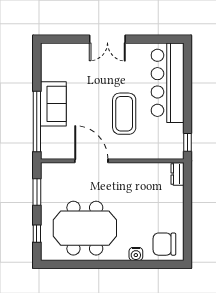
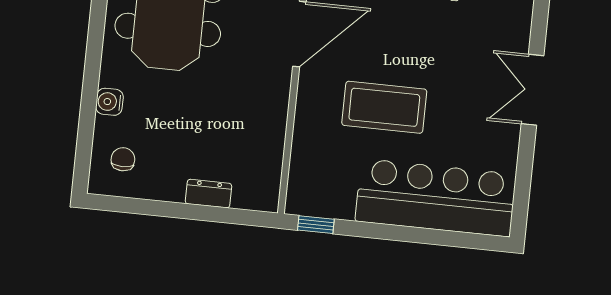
dresser: (177, 174) -> (209, 194), moved
chair: (164, 244) -> (123, 159), width x0.54, depth x0.54

